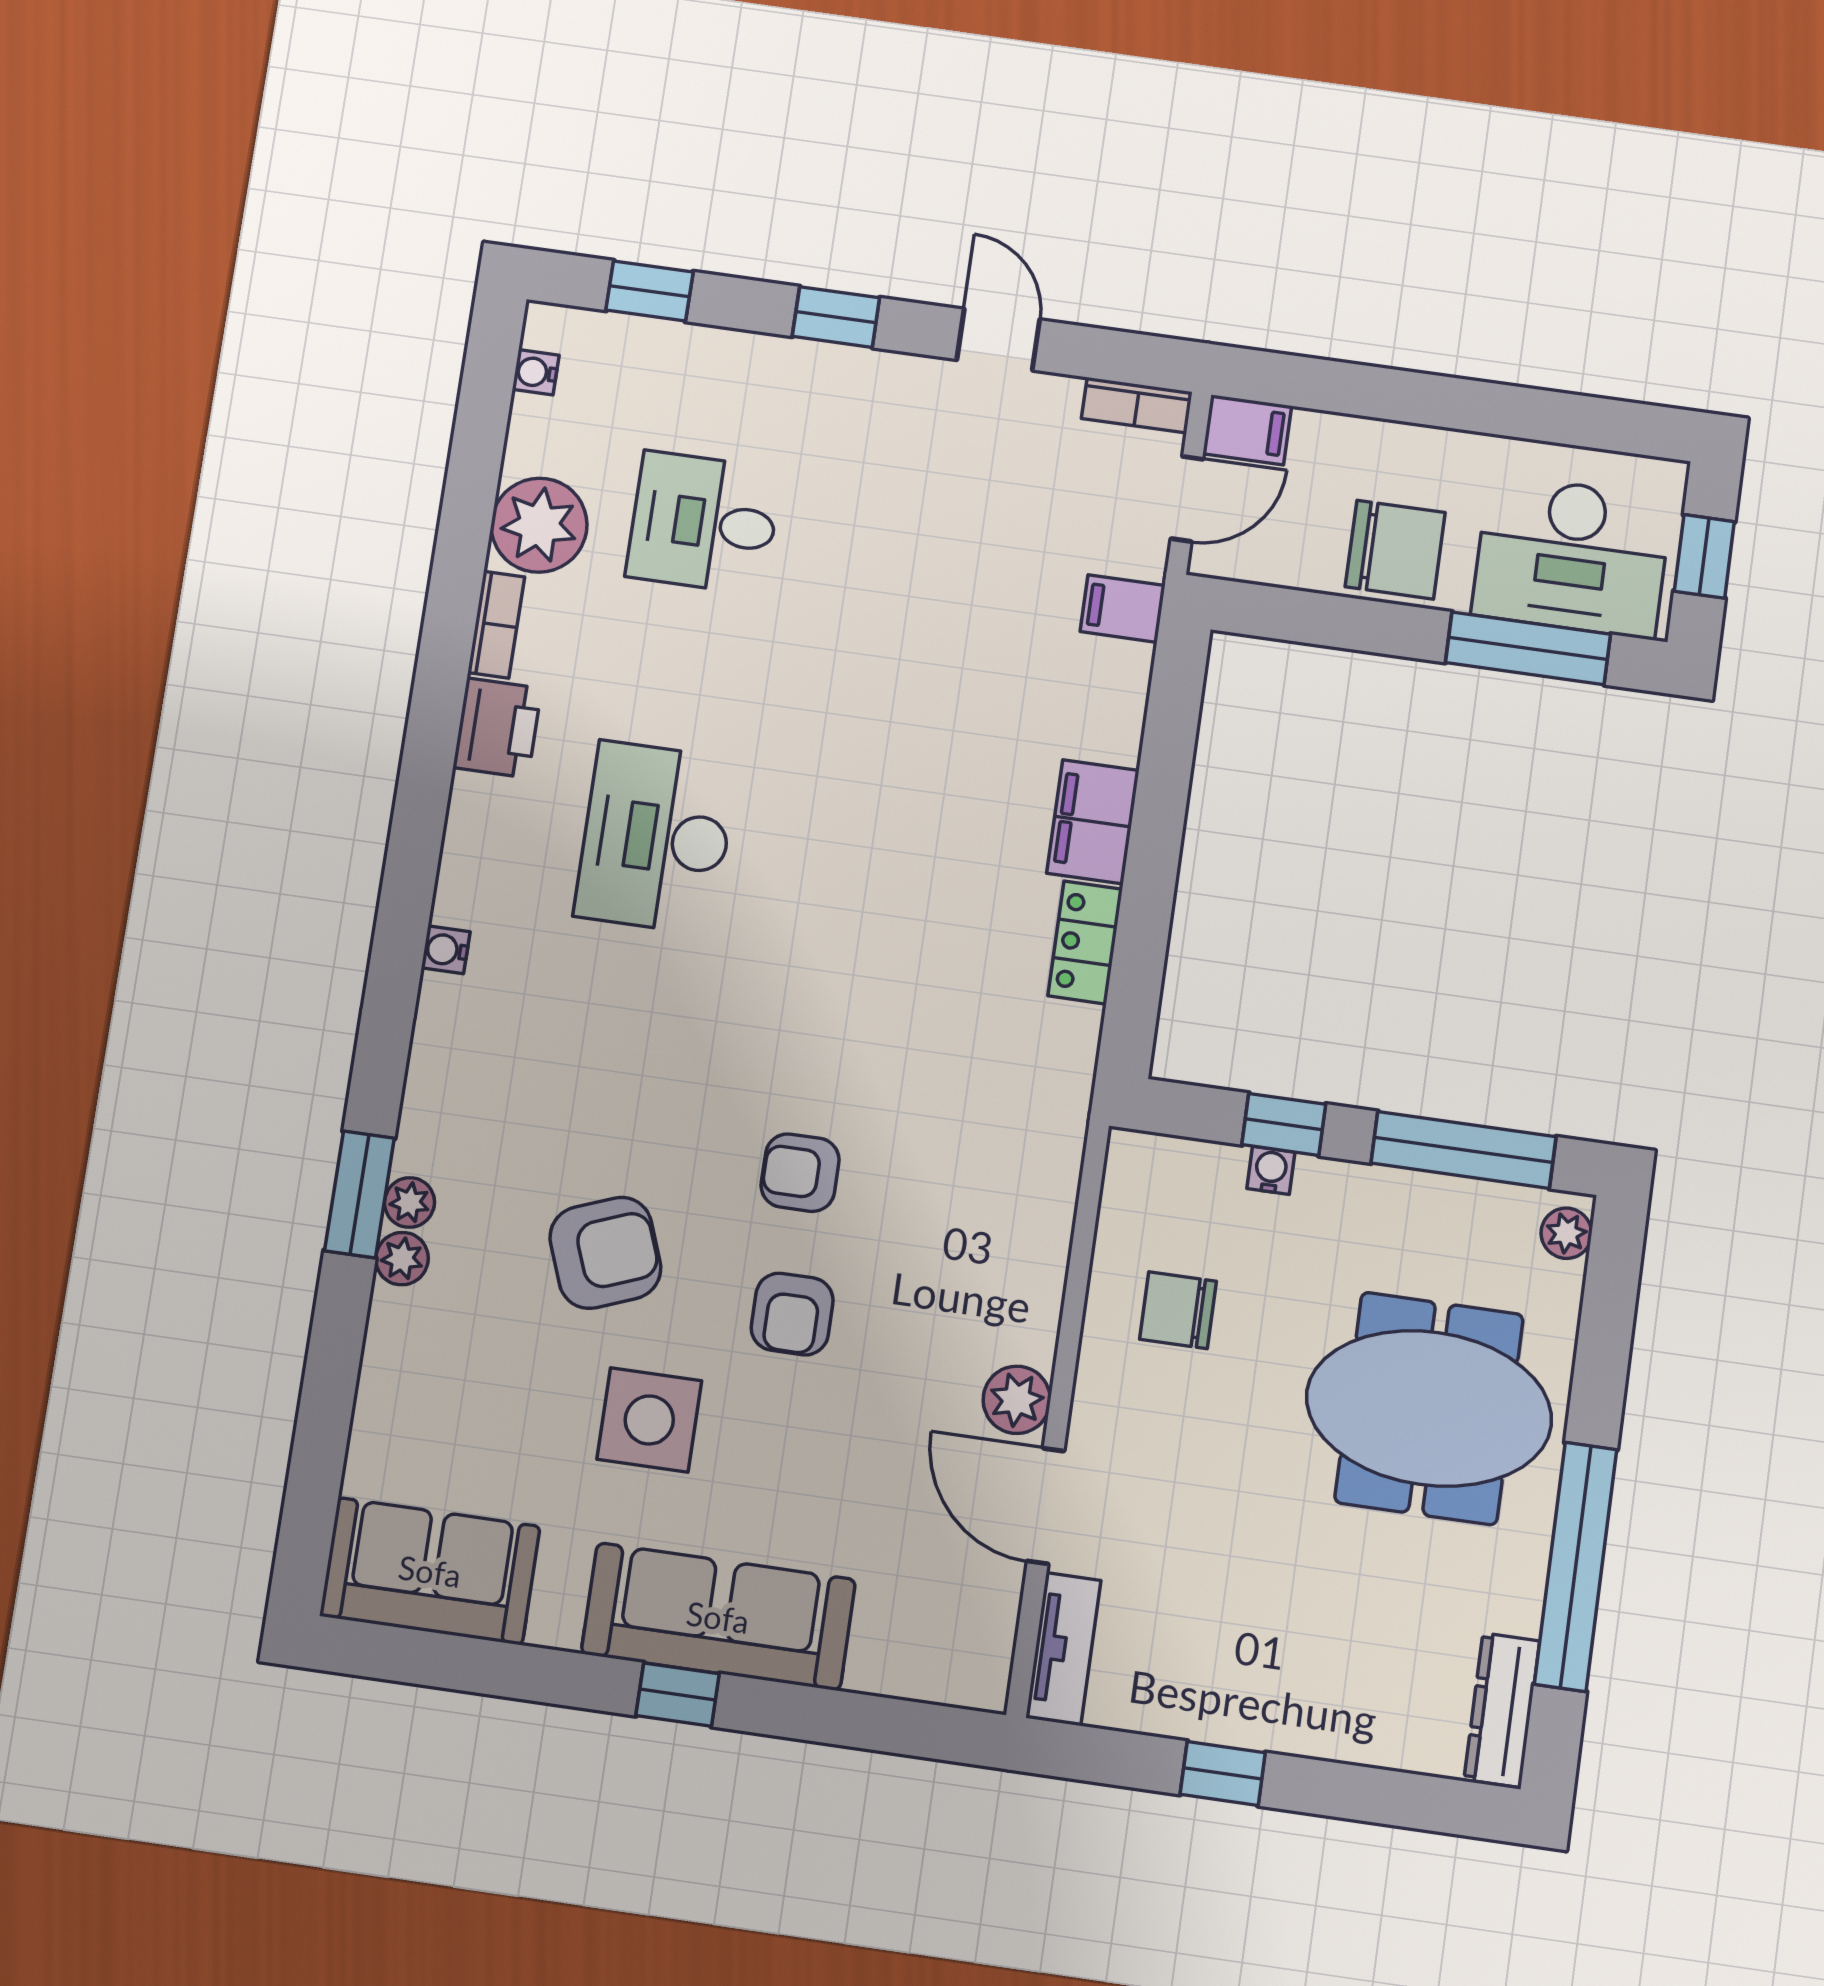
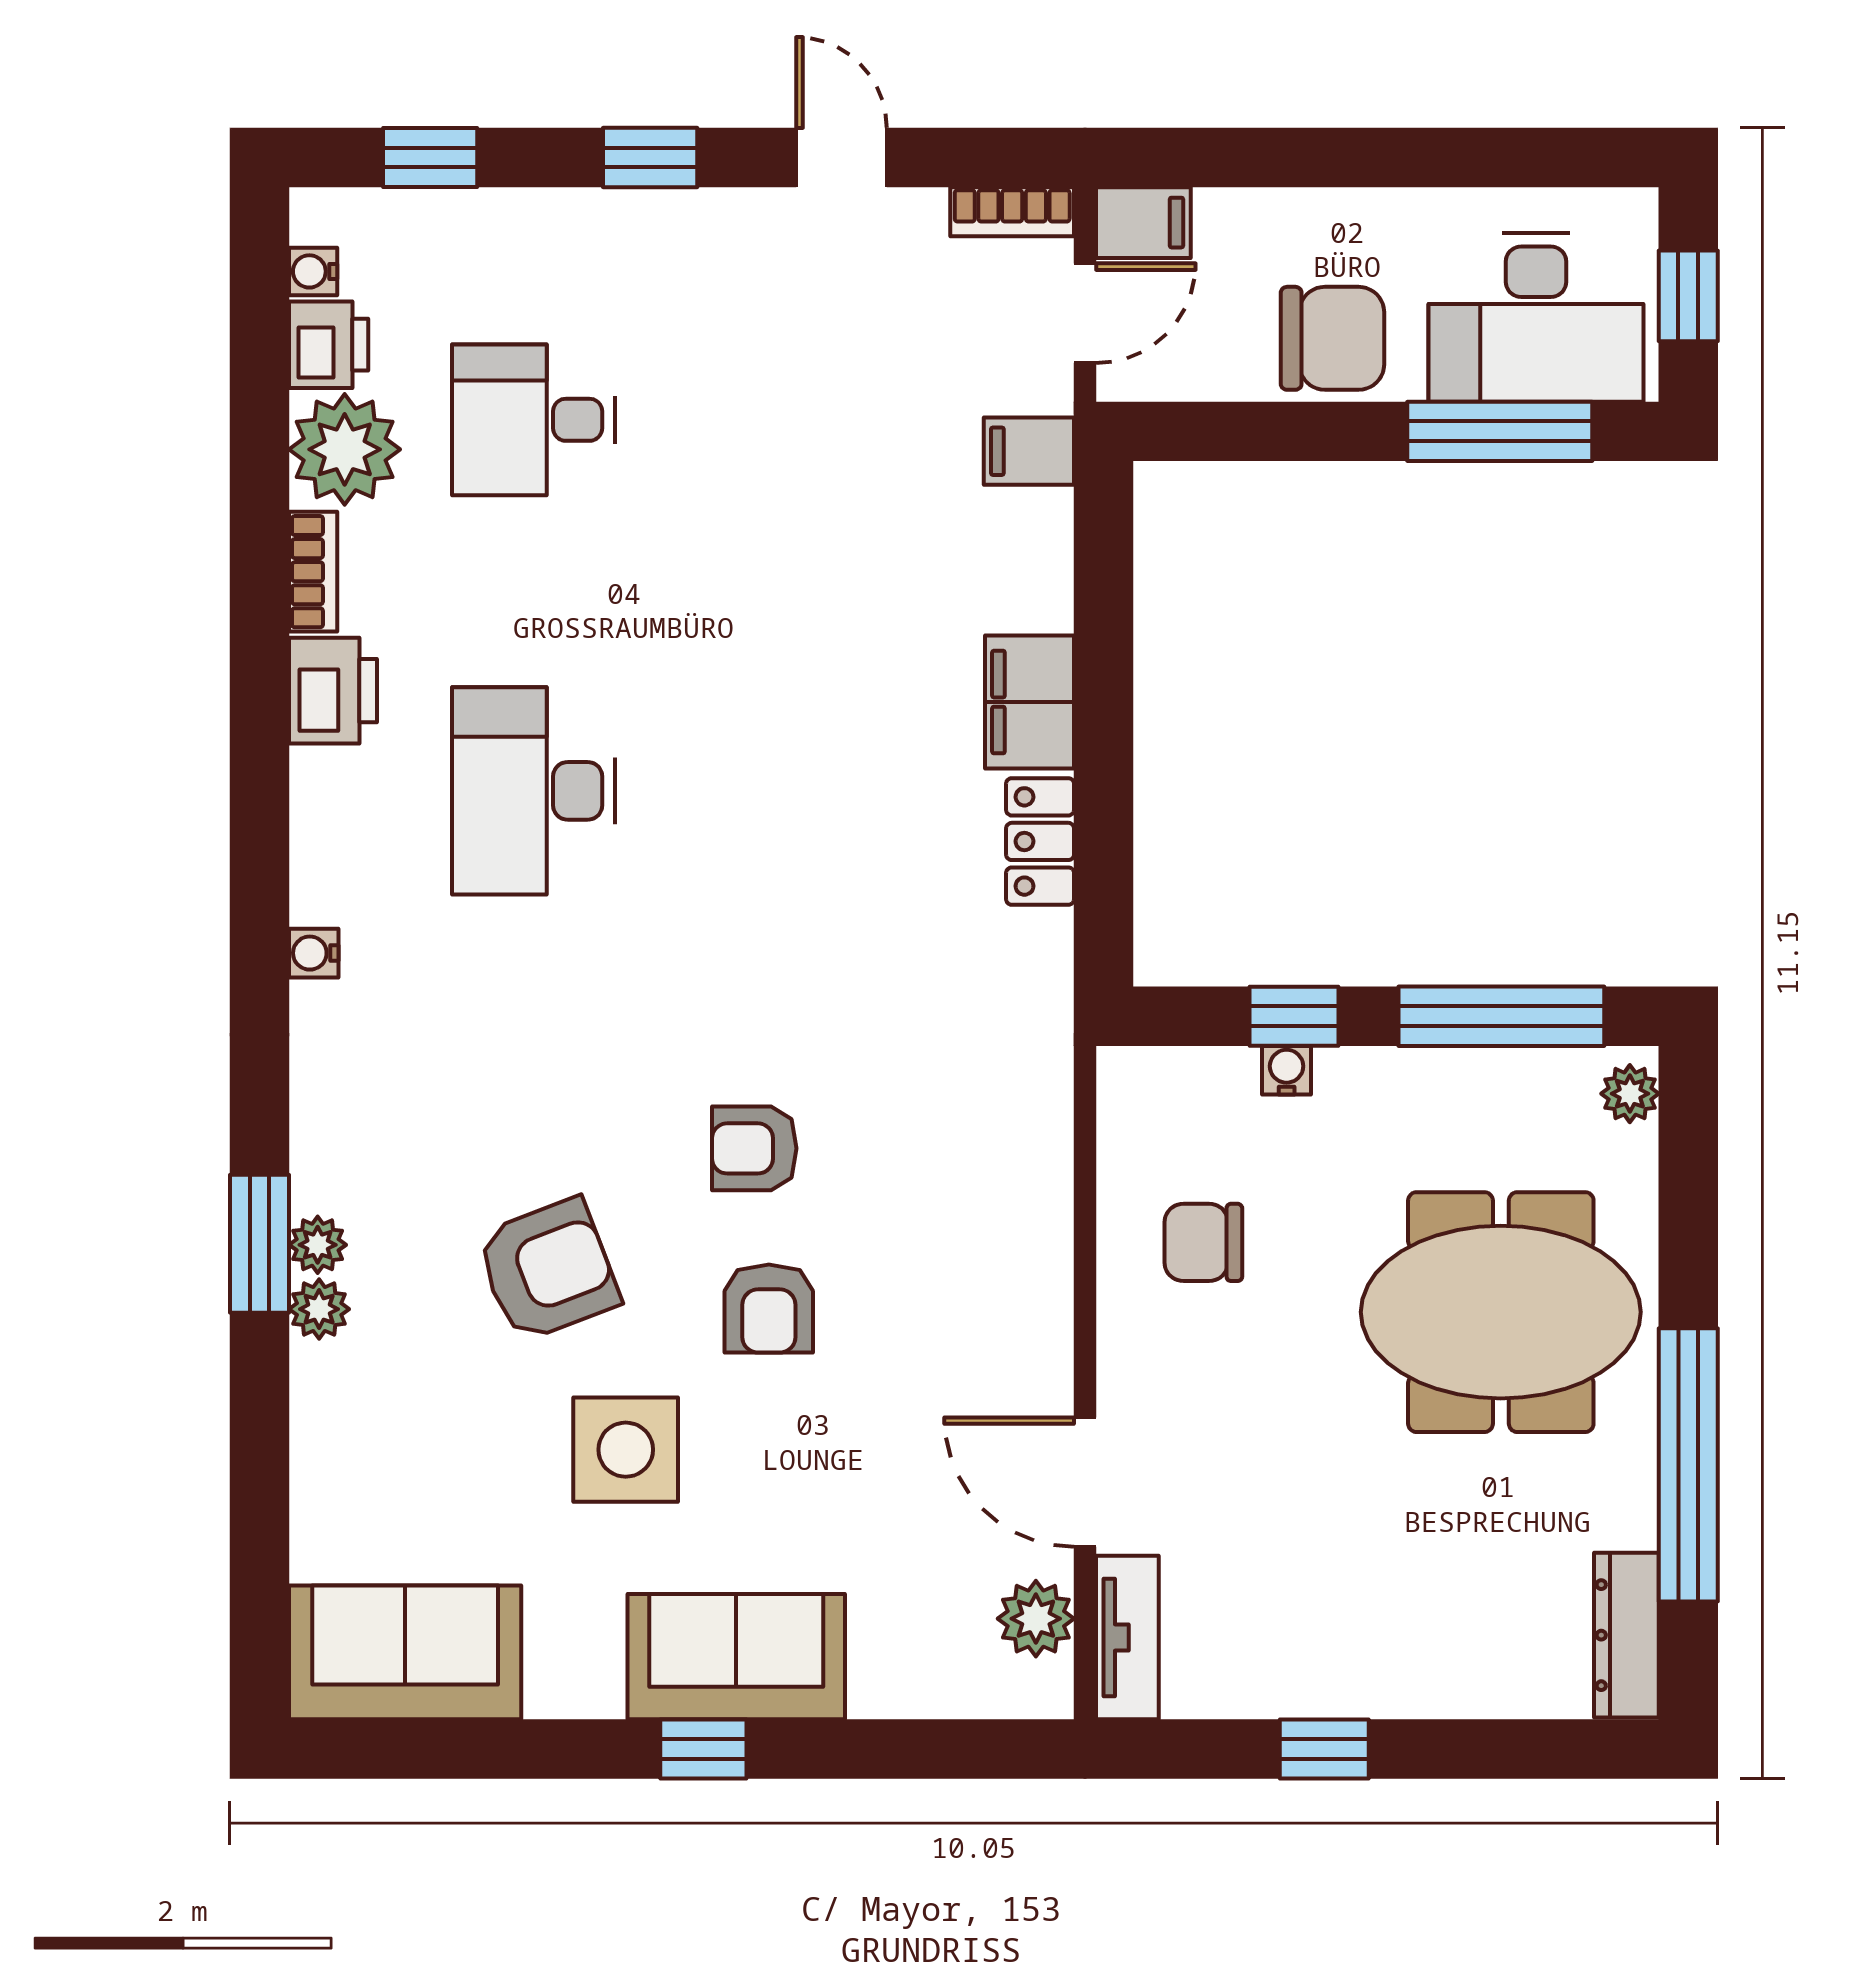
printer: (539, 435) -> (329, 345), added
plant: (1017, 1400) -> (1036, 1619), moved
sofa: (718, 1617) -> (736, 1657), width x0.73

